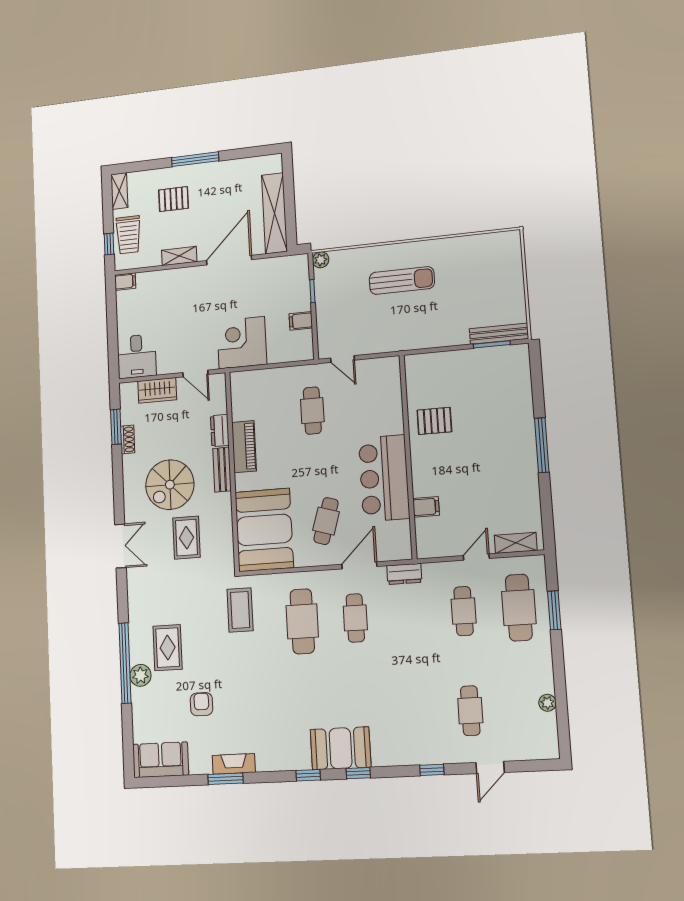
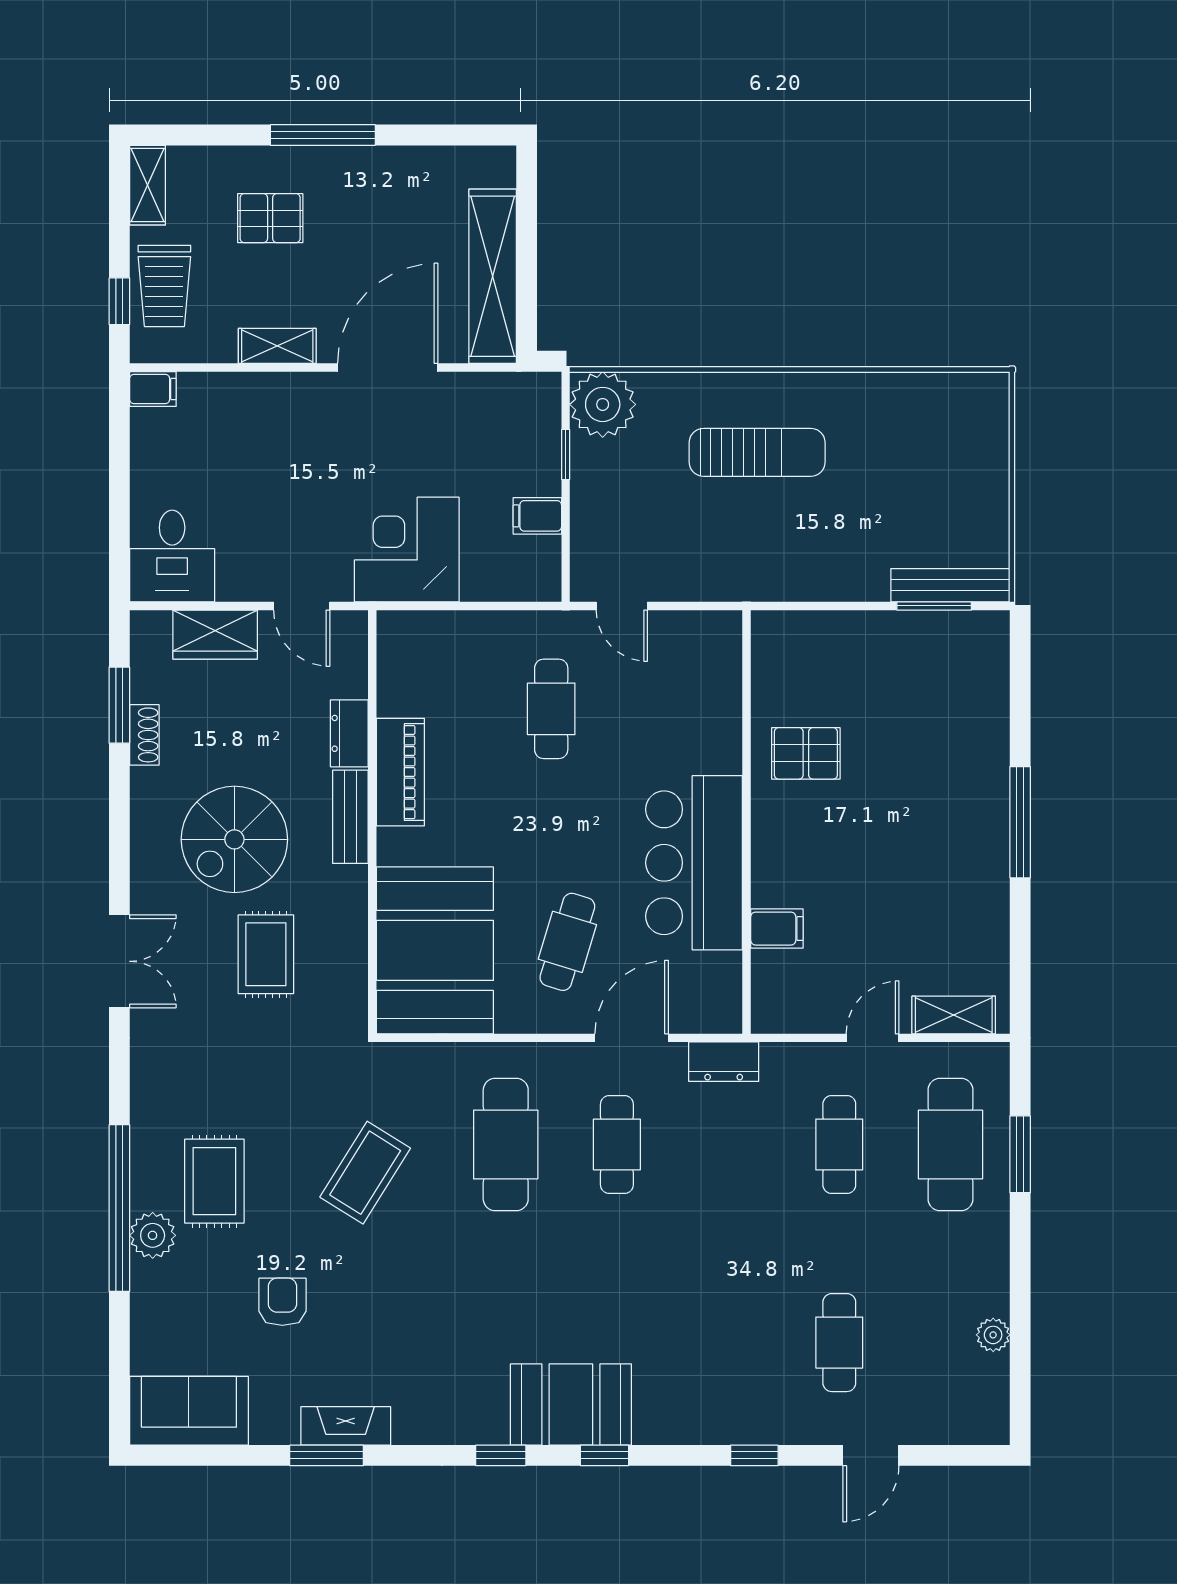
plant: (321, 260) -> (603, 404), width x1.88, depth x1.88
coffee table: (240, 610) -> (365, 1173), moved, turned 32

